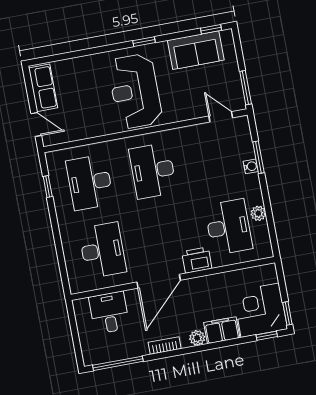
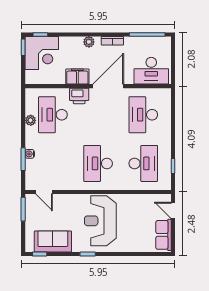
reception desk: (135, 91) -> (100, 221), turned 180
desk: (153, 171) -> (98, 163), turned 180
desk: (109, 313) -> (151, 71), width x1.37
filing cabinet: (222, 330) -> (77, 77), moved, turned 180

